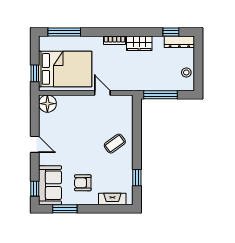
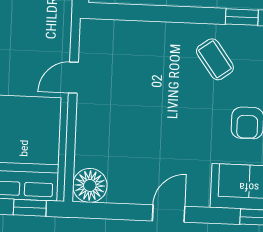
coffee table: (115, 144) -> (215, 59), moved

